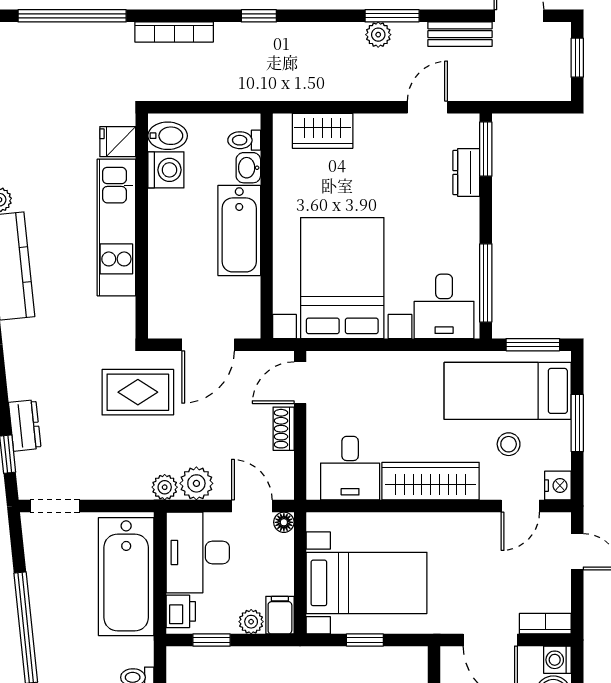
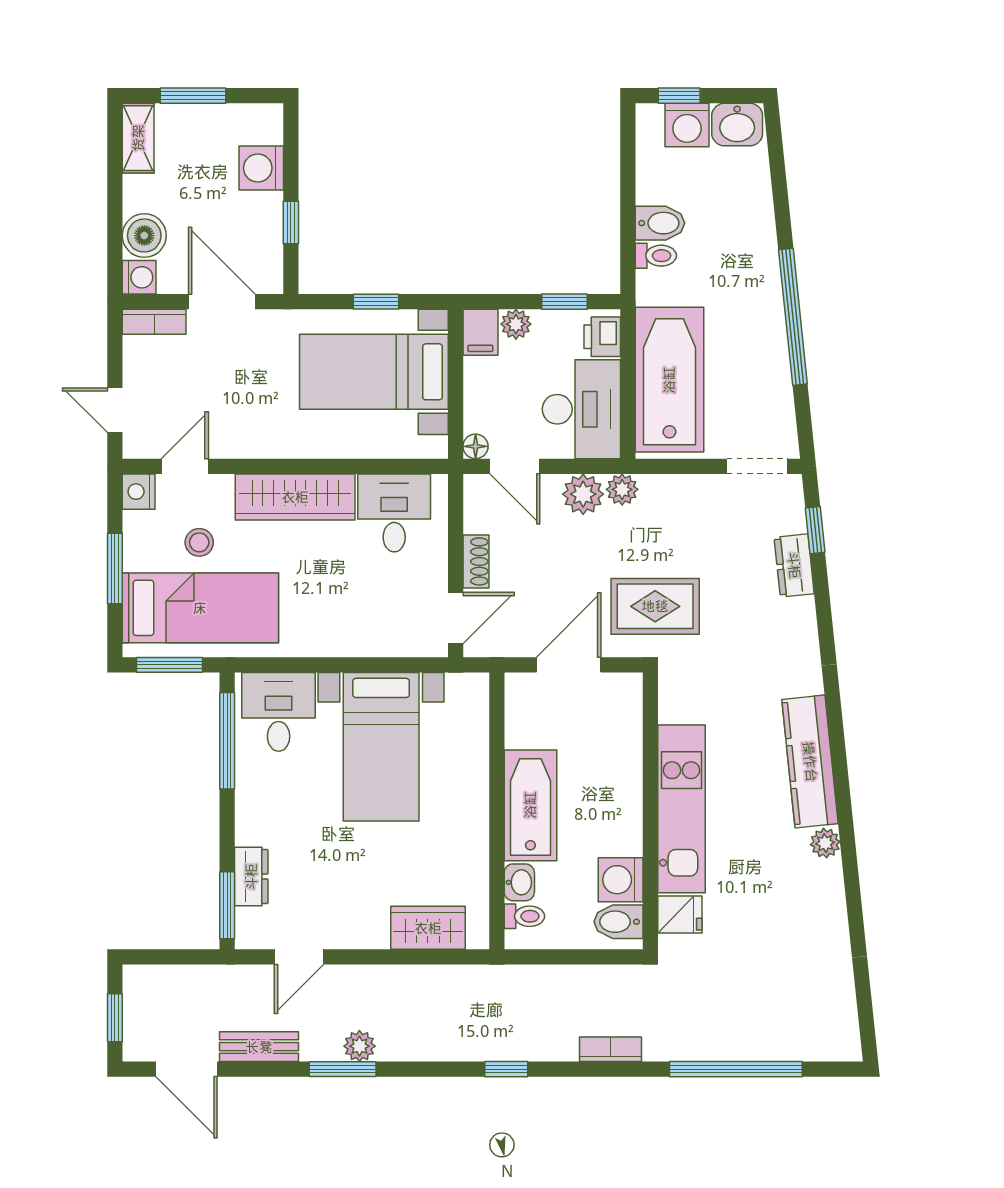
bookcase: (174, 32) -> (611, 1049), width x0.64
bed with nightstands: (342, 278) -> (381, 747), width x0.73

